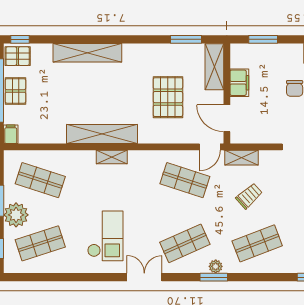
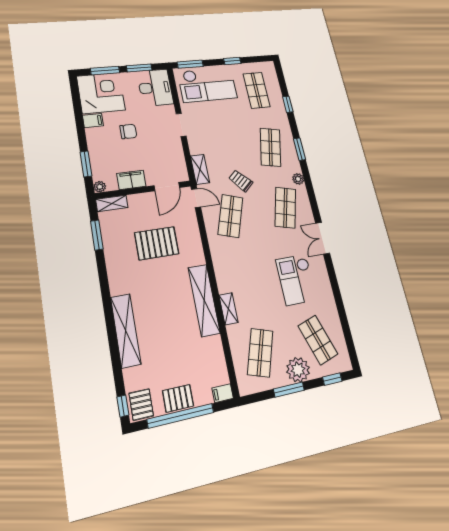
plant: (236, 50) -> (100, 187), added
shelving: (214, 67) -> (112, 203), width x0.67, depth x0.75
shelving: (112, 157) -> (228, 309), moved
trolley: (249, 196) -> (241, 181), moved
checkout: (105, 236) -> (296, 280), turned -90
shop shelf: (185, 243) -> (285, 208), turned 39
shop shelf: (257, 243) -> (271, 147), turned 33
window: (214, 277) -> (299, 149), moved

